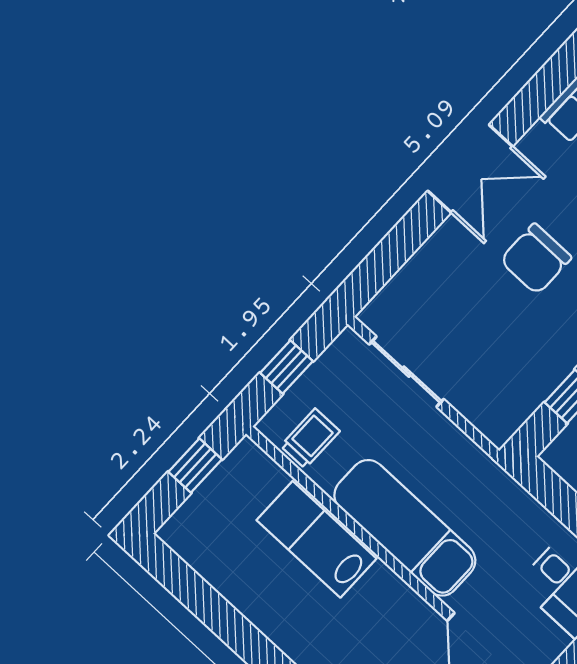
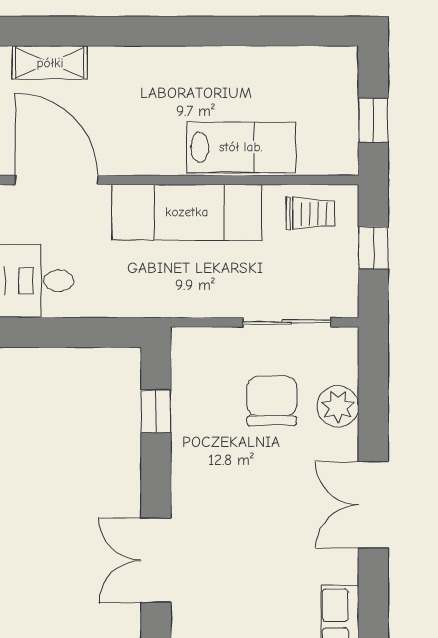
chair: (536, 259) -> (272, 401), moved
plant: (427, 270) -> (338, 406), added
trolley: (310, 439) -> (311, 213), turned -90

